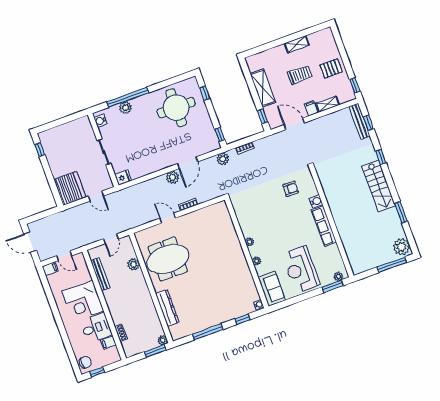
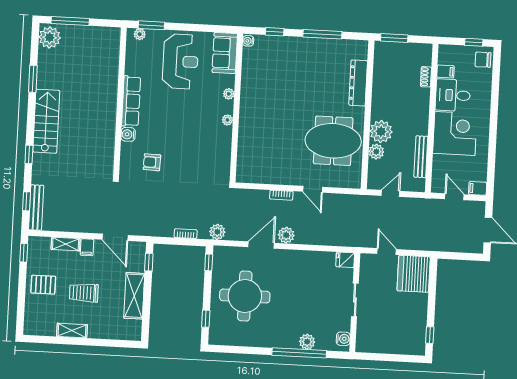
round table: (176, 108) -> (245, 296), moved
plant: (163, 340) -> (381, 132), moved, width x1.88, depth x1.88

